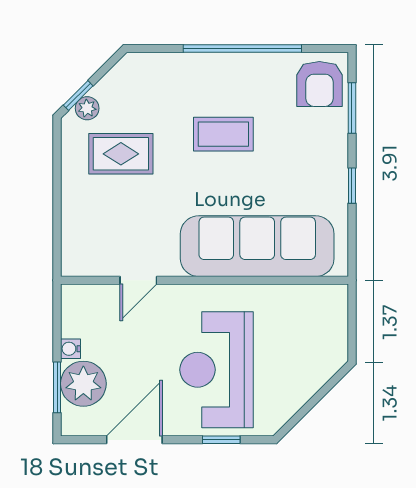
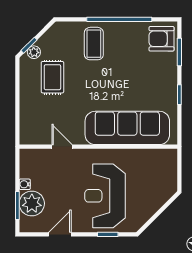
armchair: (319, 84) -> (162, 39), turned 90
coffee table: (223, 134) -> (94, 44), moved, turned 90
rug: (121, 154) -> (52, 77), turned 90
door: (138, 280) -> (62, 147), swing flipped
door: (134, 440) -> (60, 234), width x0.73

